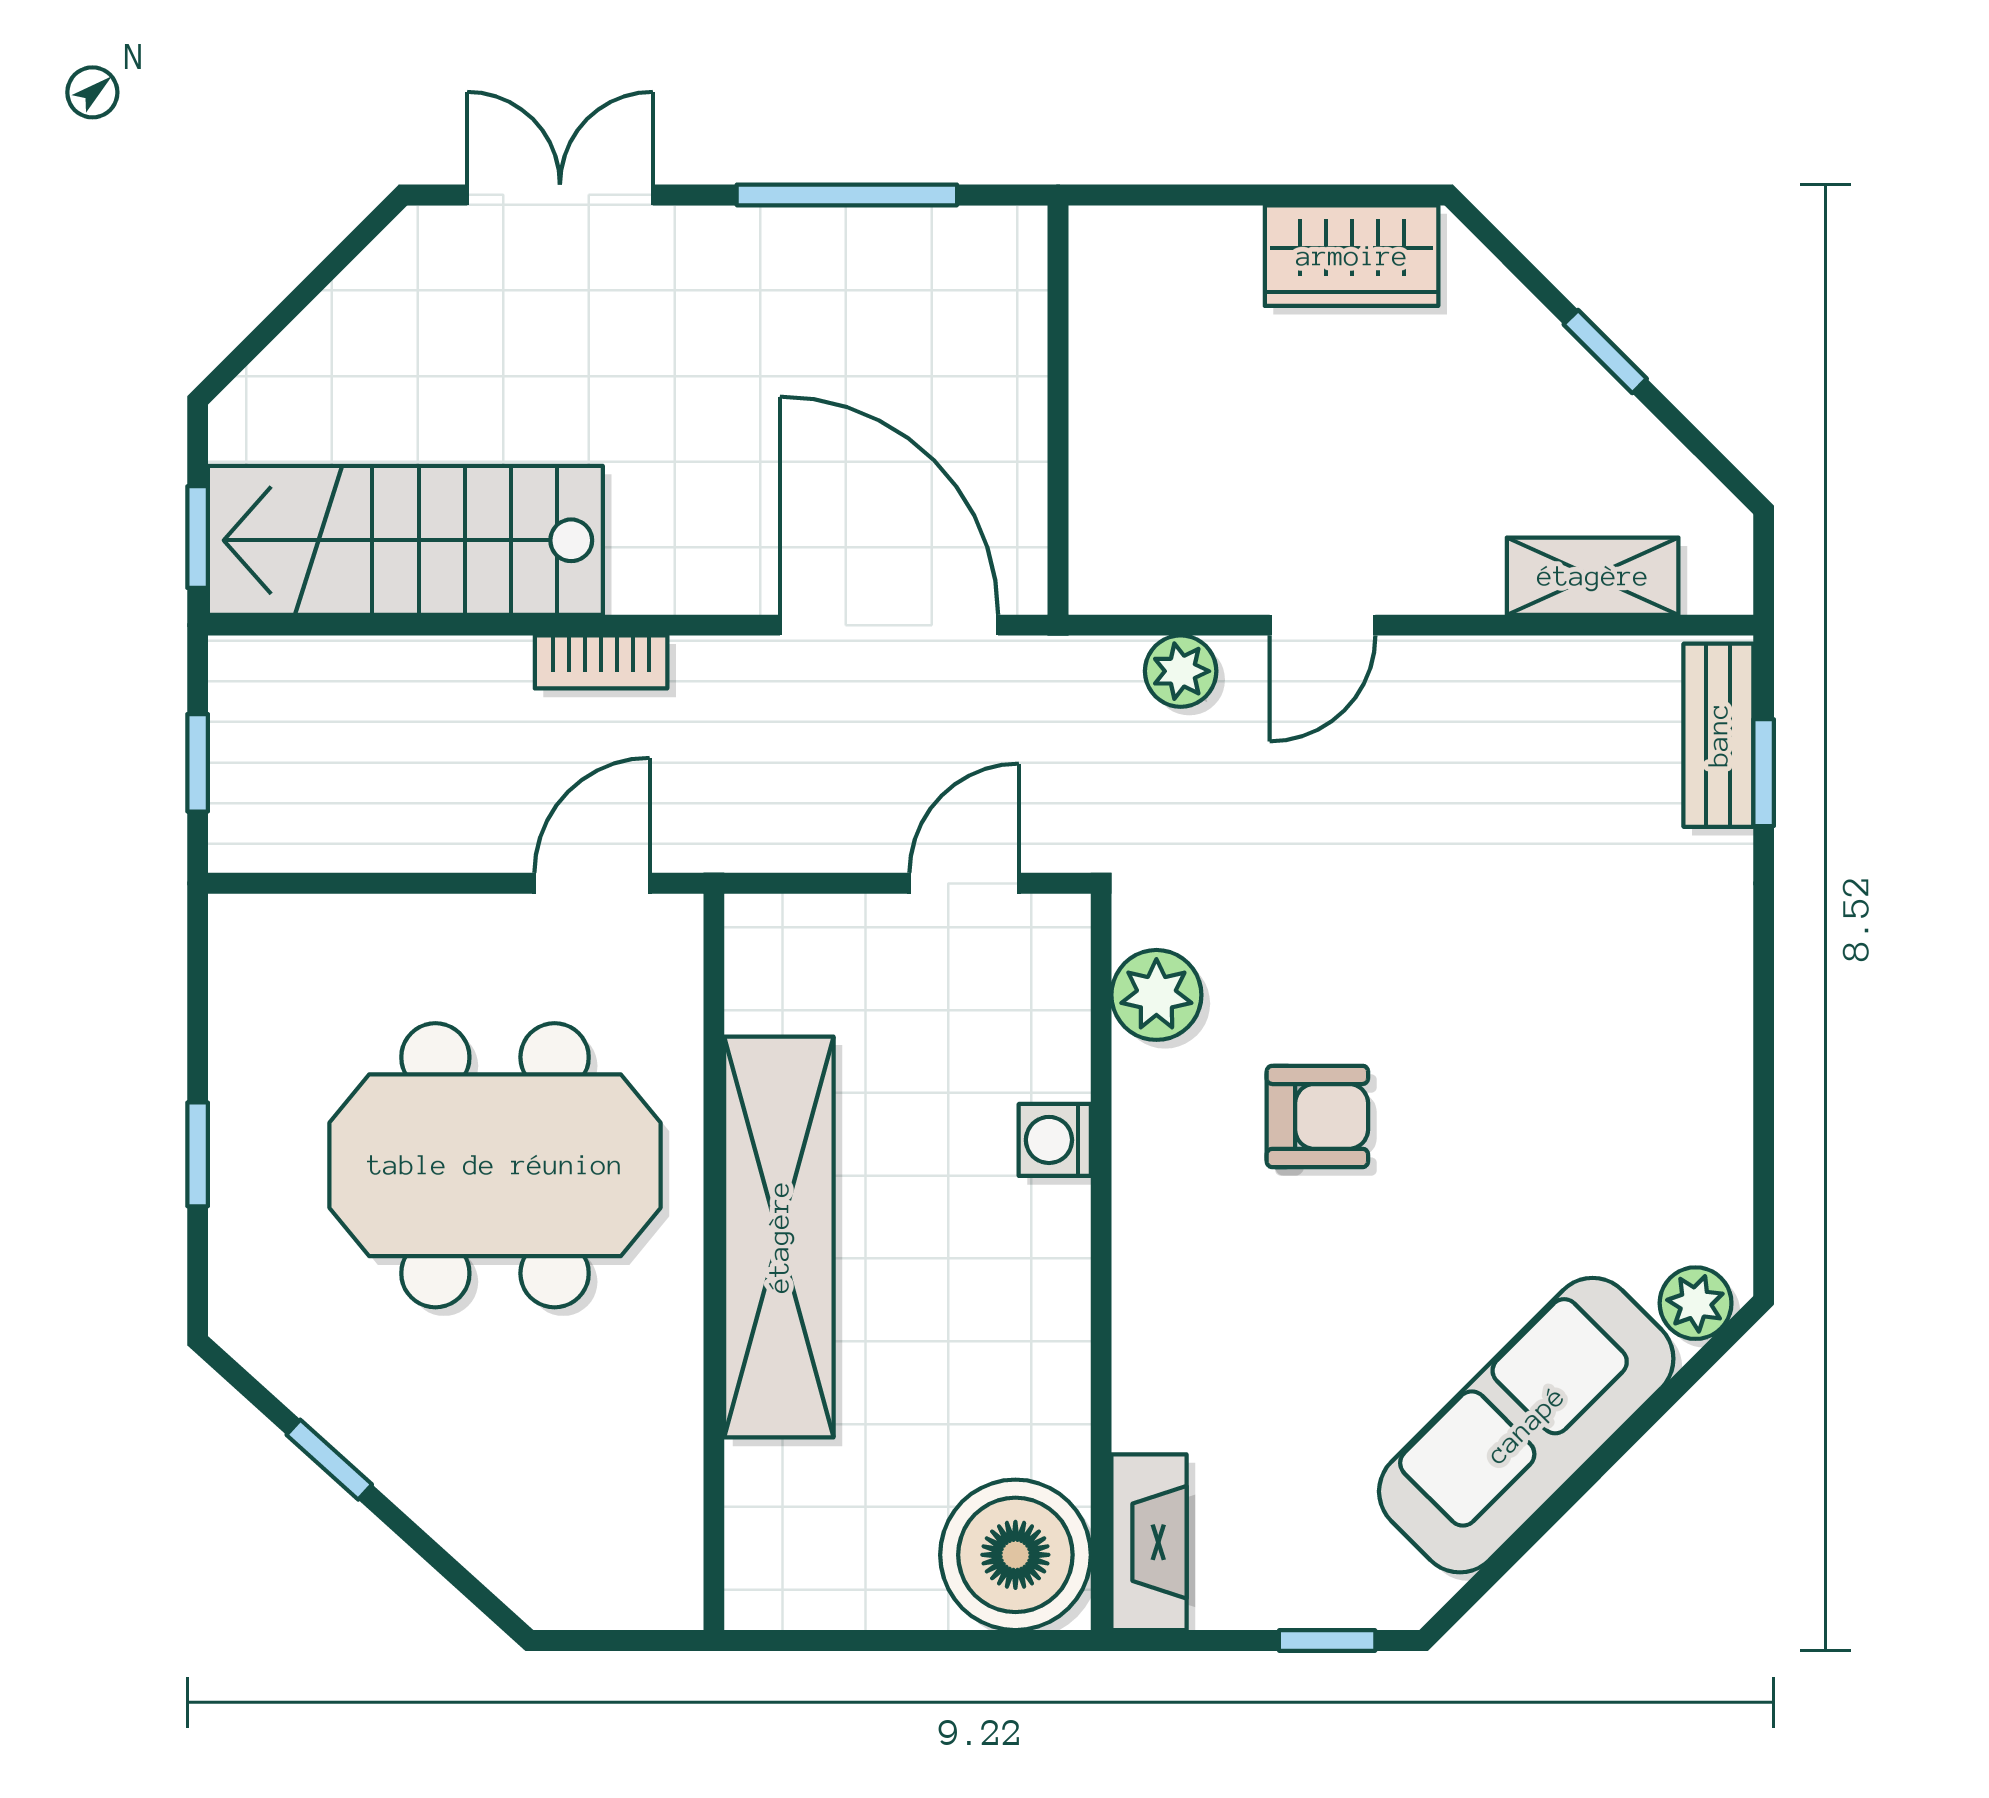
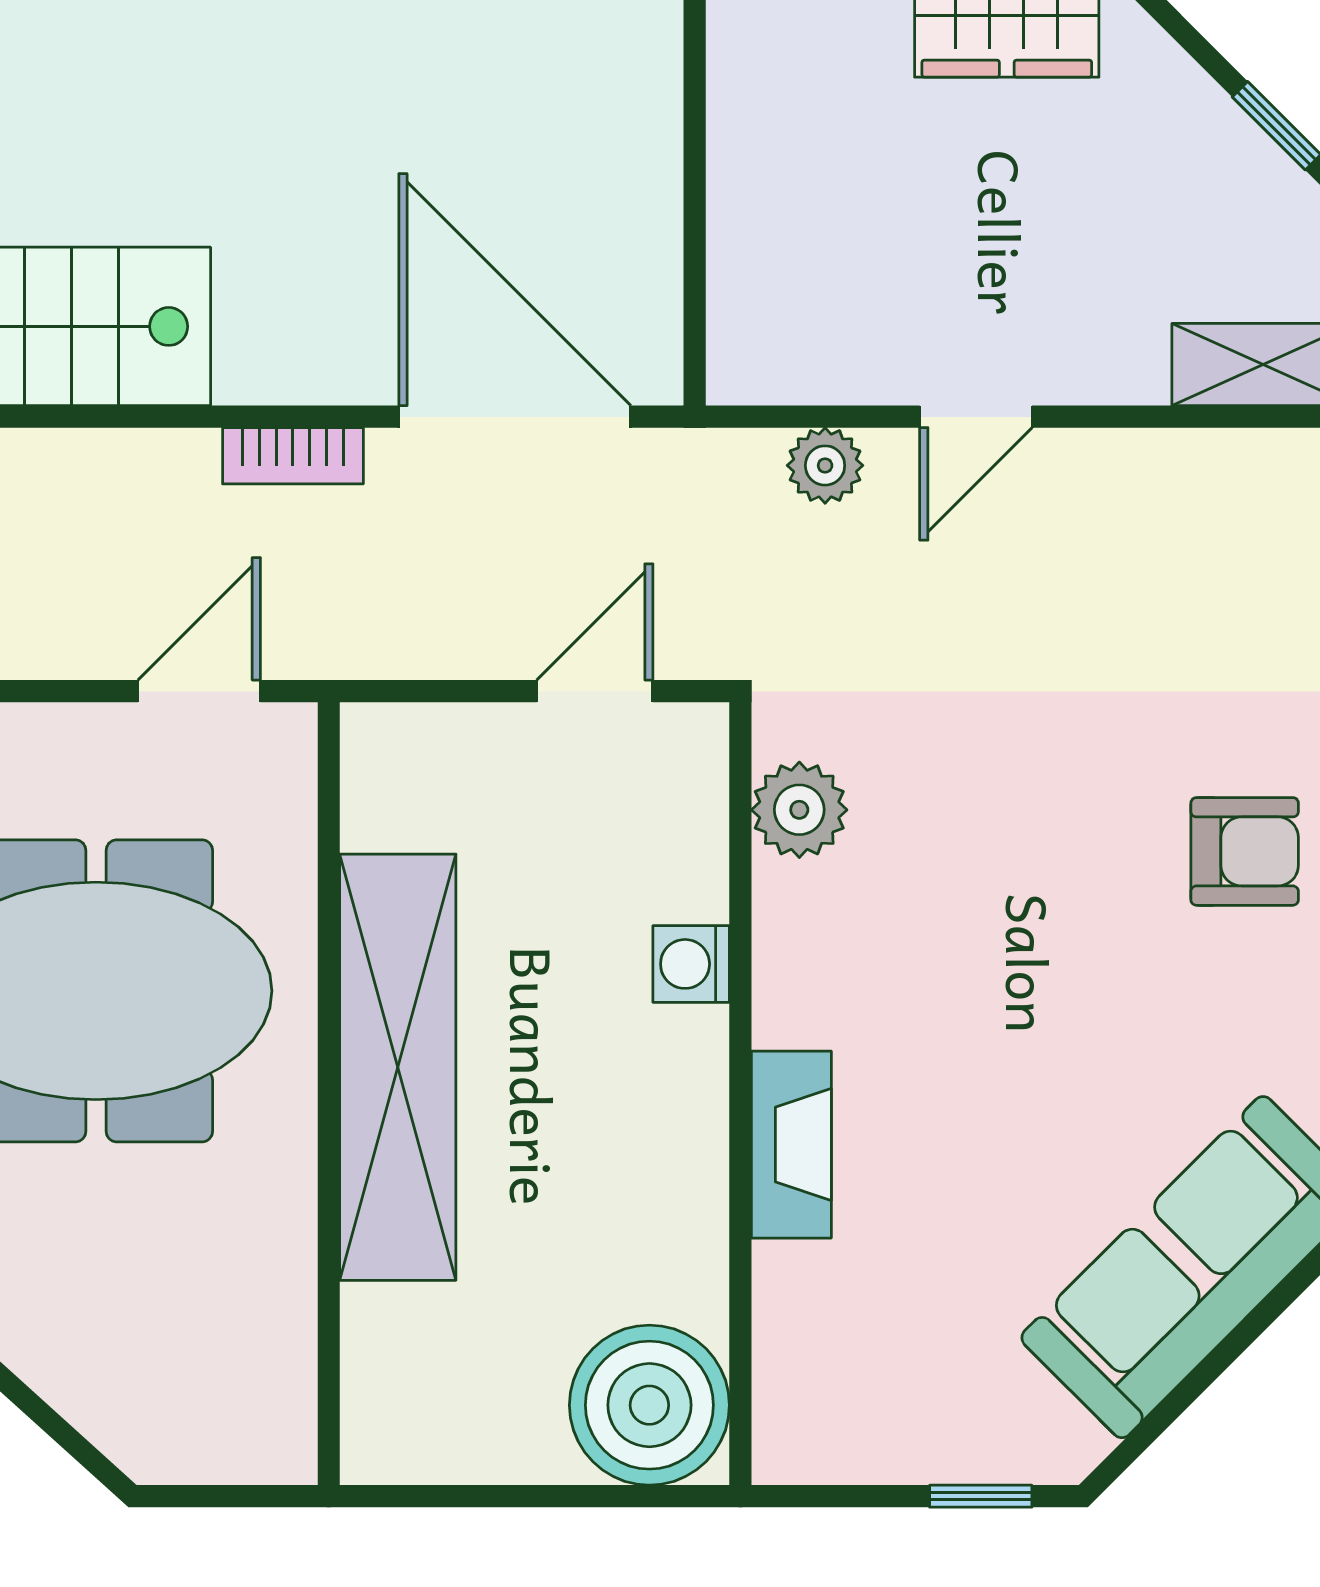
bookcase: (601, 662) -> (293, 456), moved
armchair: (1317, 1116) -> (1245, 851), moved
fireplace: (1149, 1542) -> (791, 1145), moved

